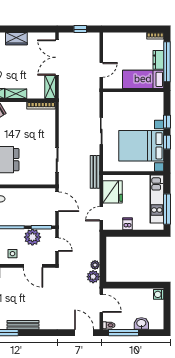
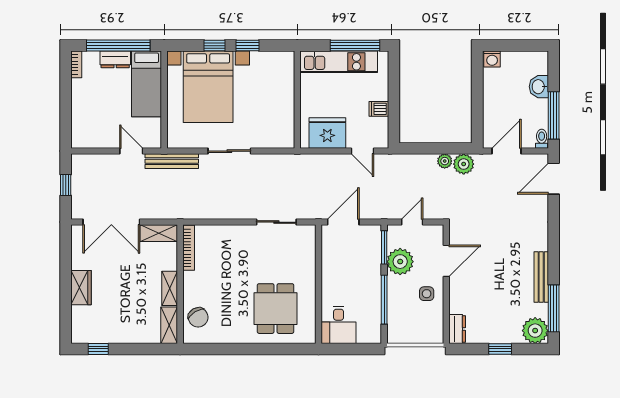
bed with nightstands: (141, 146) -> (208, 87), moved
bench: (95, 172) -> (172, 161), moved

